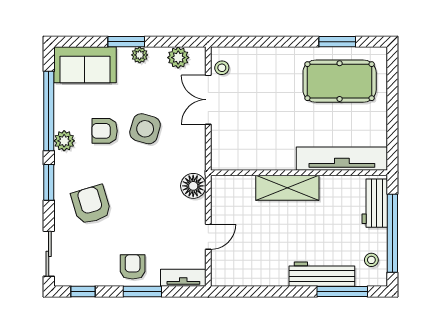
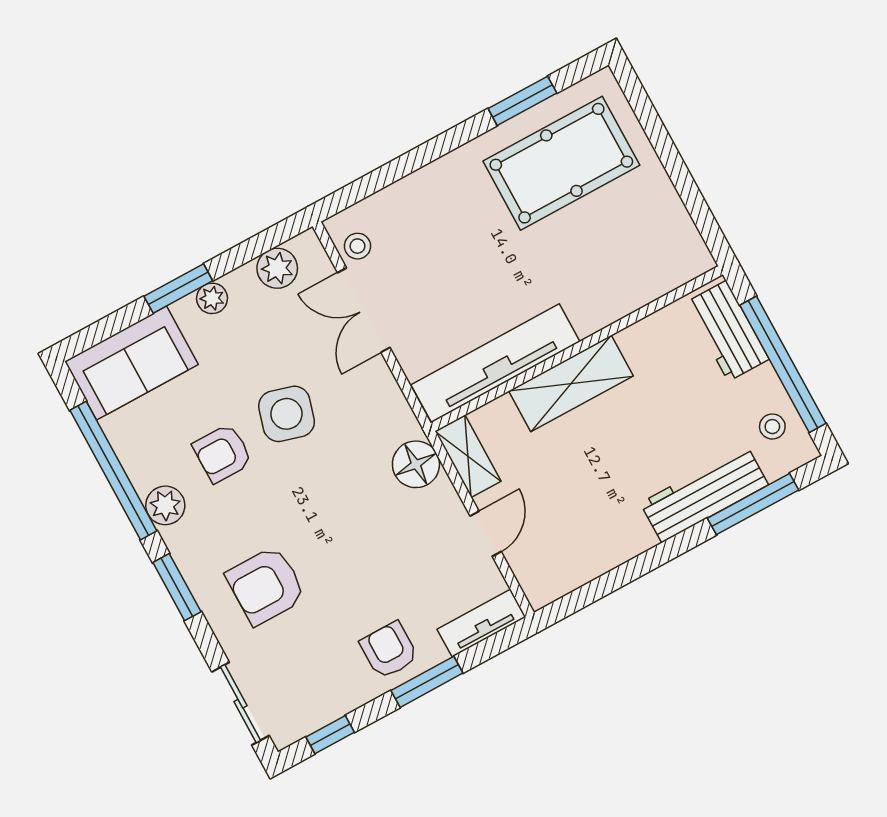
tv unit: (342, 159) -> (495, 363), moved
shelving: (220, 196) -> (468, 456), added
armchair: (91, 205) -> (266, 586), turned -73

